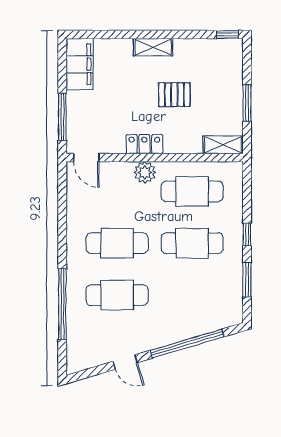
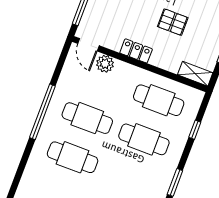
plant: (145, 172) -> (105, 64), moved
window: (247, 234) -> (195, 130), moved
window: (62, 304) -> (42, 112), moved

